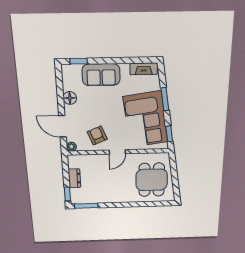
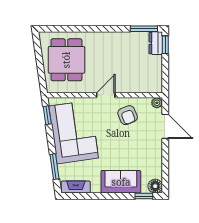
floor lamp: (70, 98) -> (155, 186), moved
window: (165, 99) -> (54, 167), moved
dresser: (74, 178) -> (156, 43), moved

